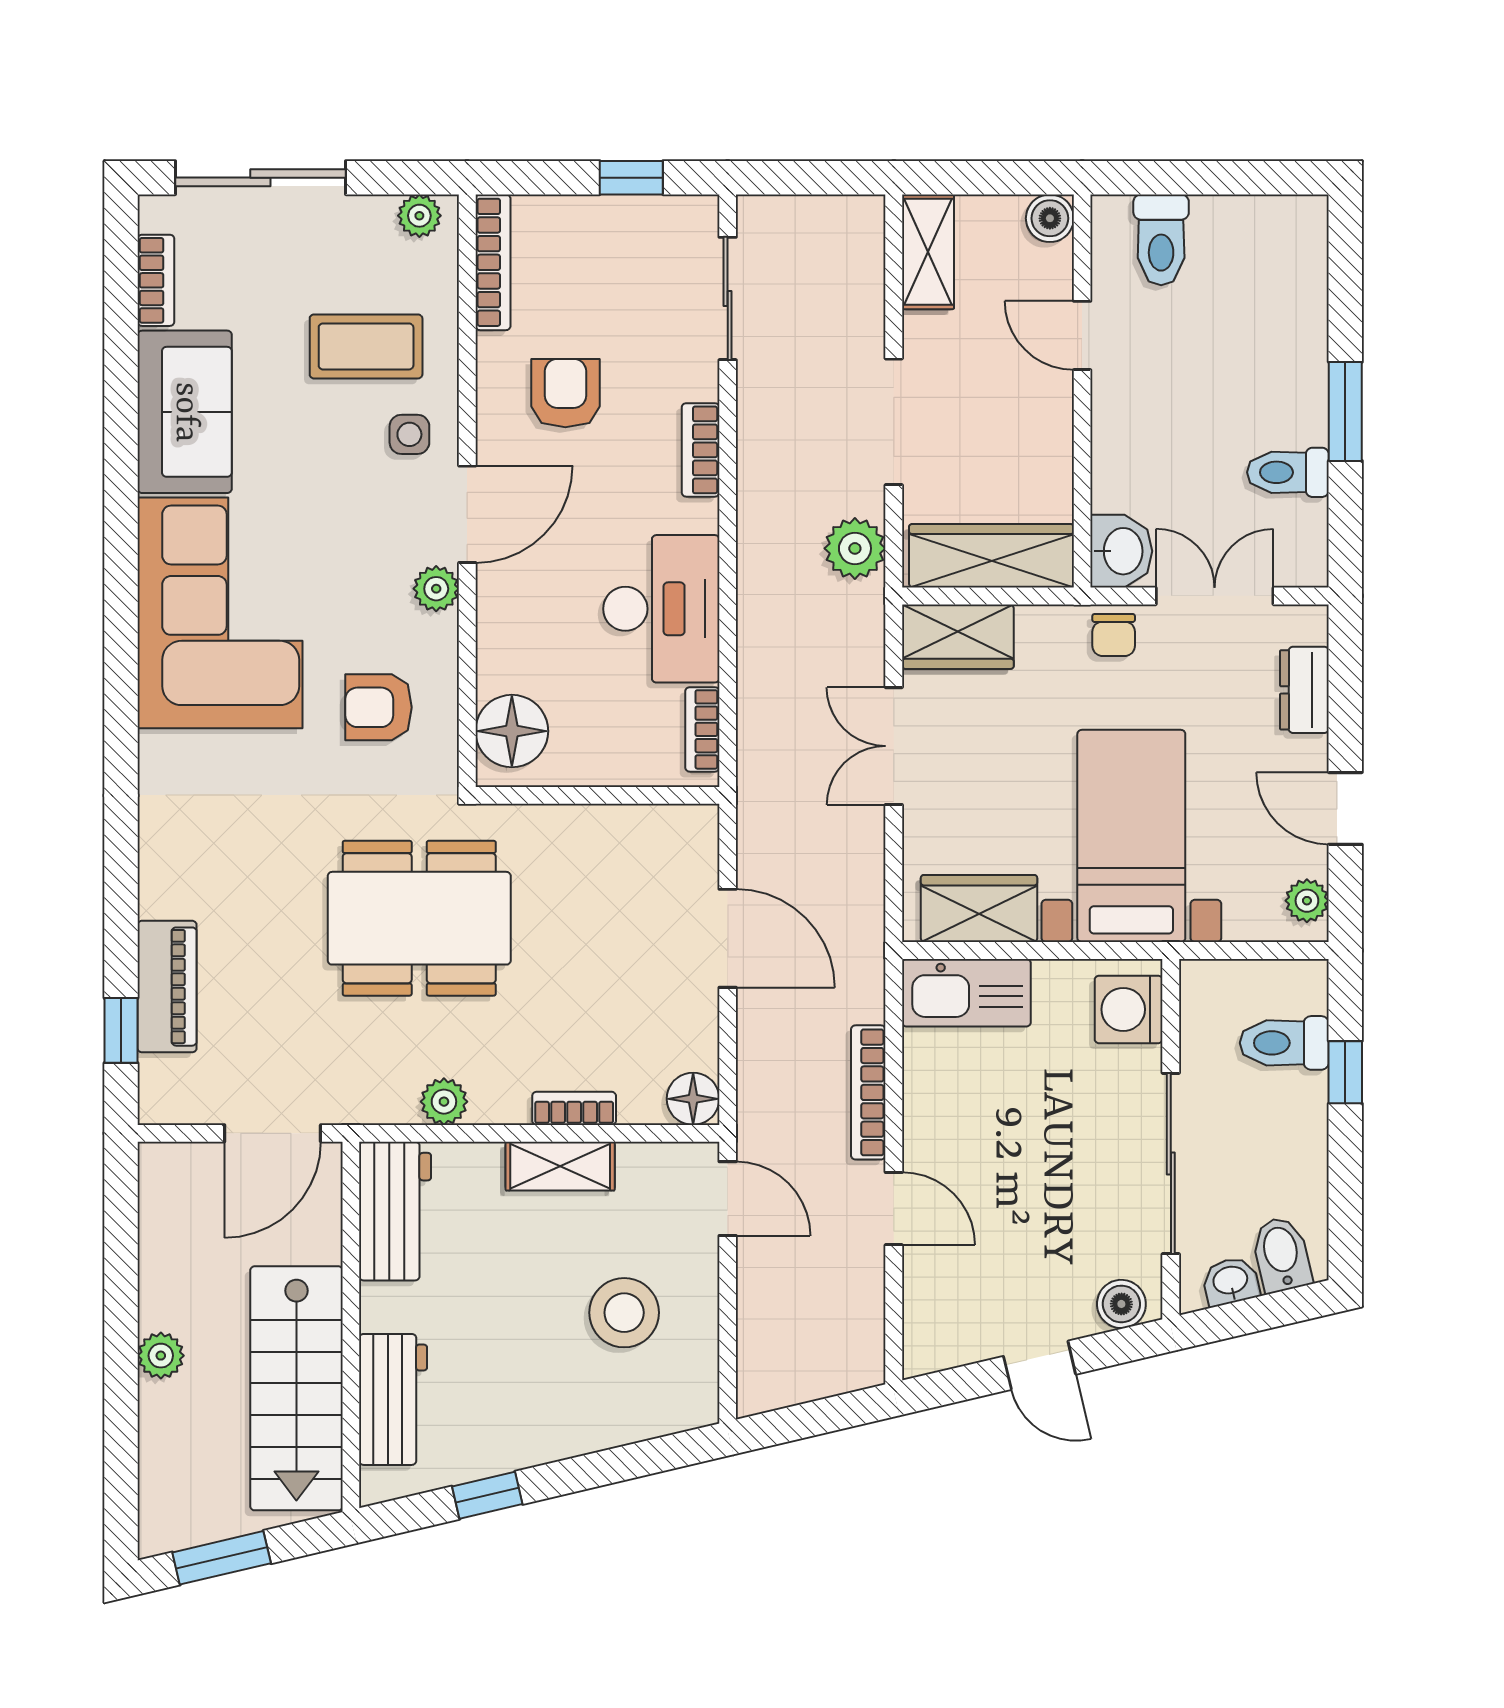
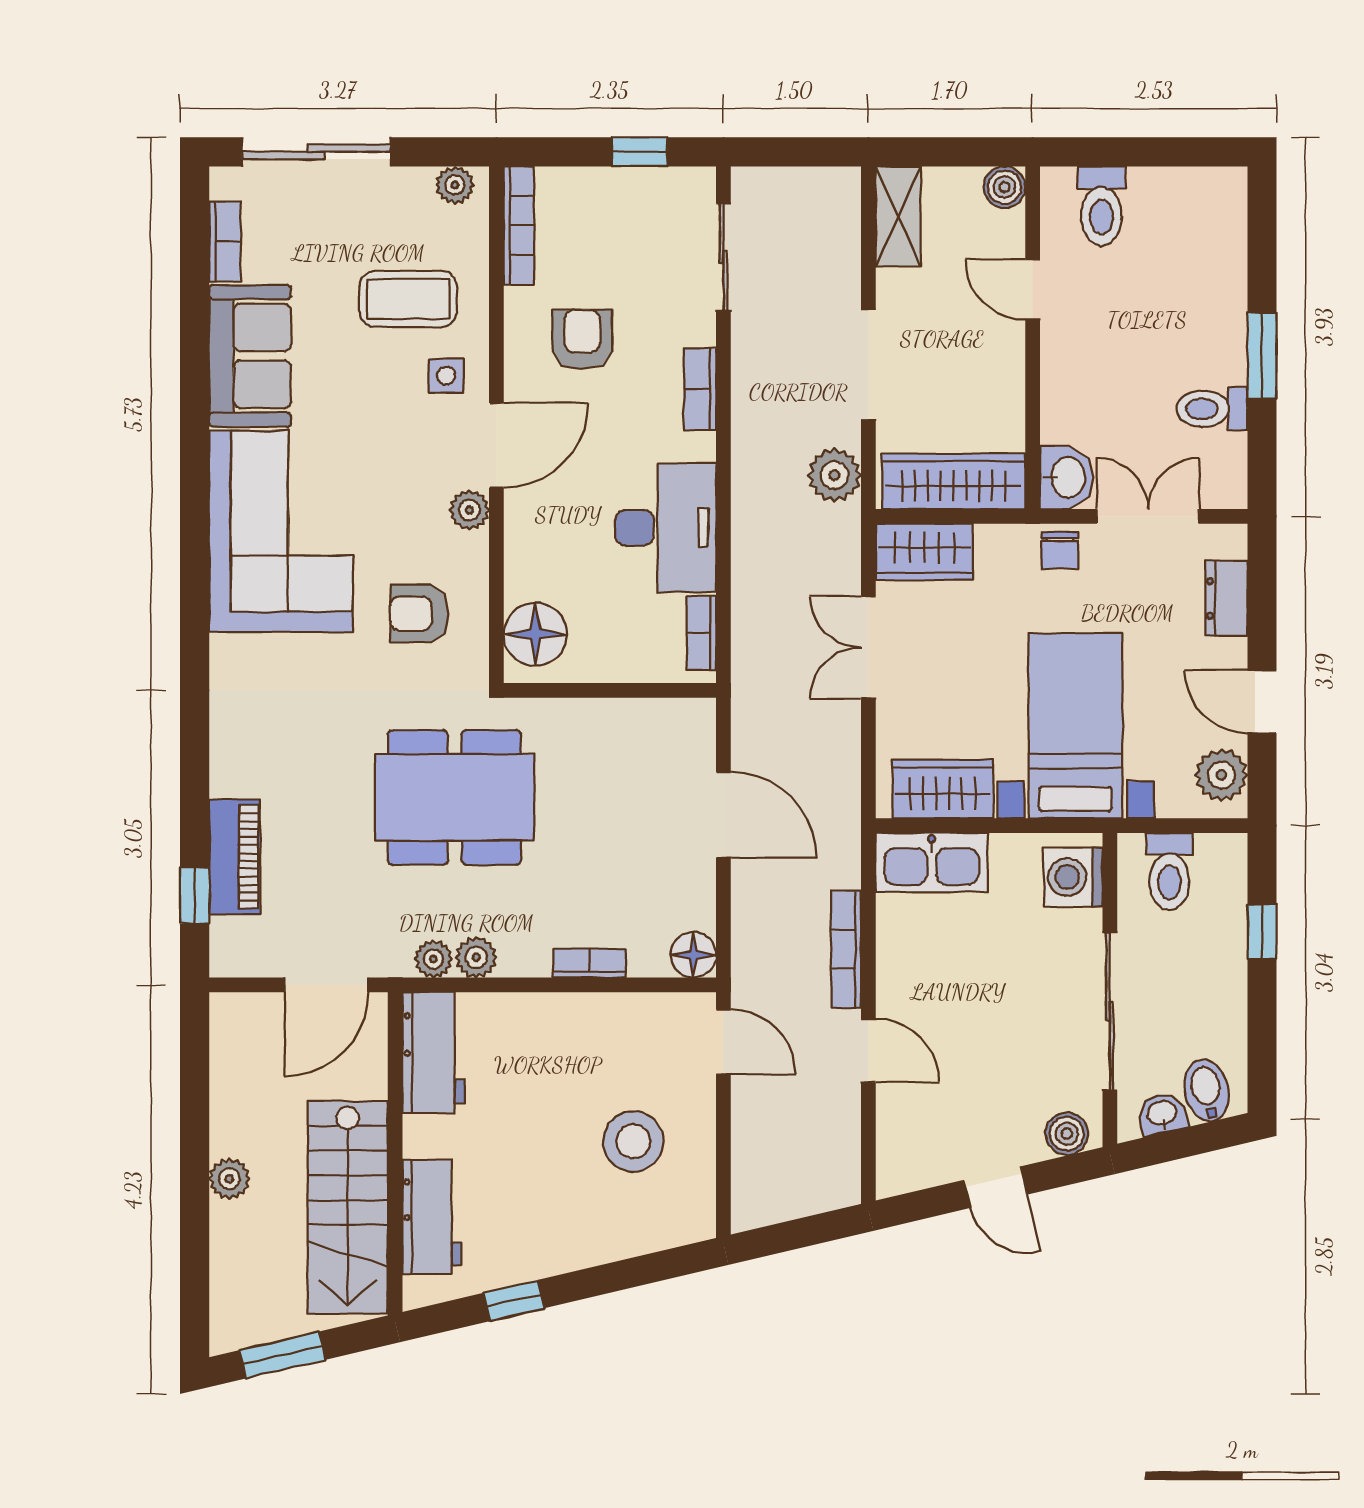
plant: (1307, 901) -> (1222, 775), width x1.38, depth x1.38
toilet: (1284, 1043) -> (1169, 872), moved, turned -90
plant: (395, 1104) -> (433, 959), added
shelving: (560, 1166) -> (577, 1014), removed

